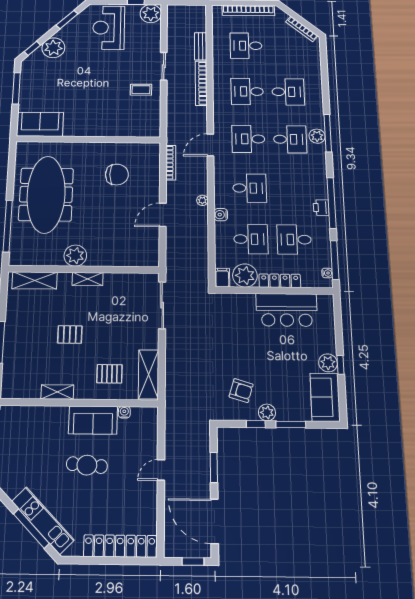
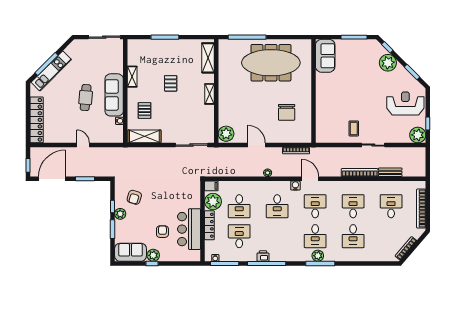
water cooler: (221, 215) -> (295, 186), moved
plant: (75, 256) -> (226, 134), moved
armchair: (292, 349) -> (162, 232), added
sofa: (93, 420) -> (114, 95), width x1.36

